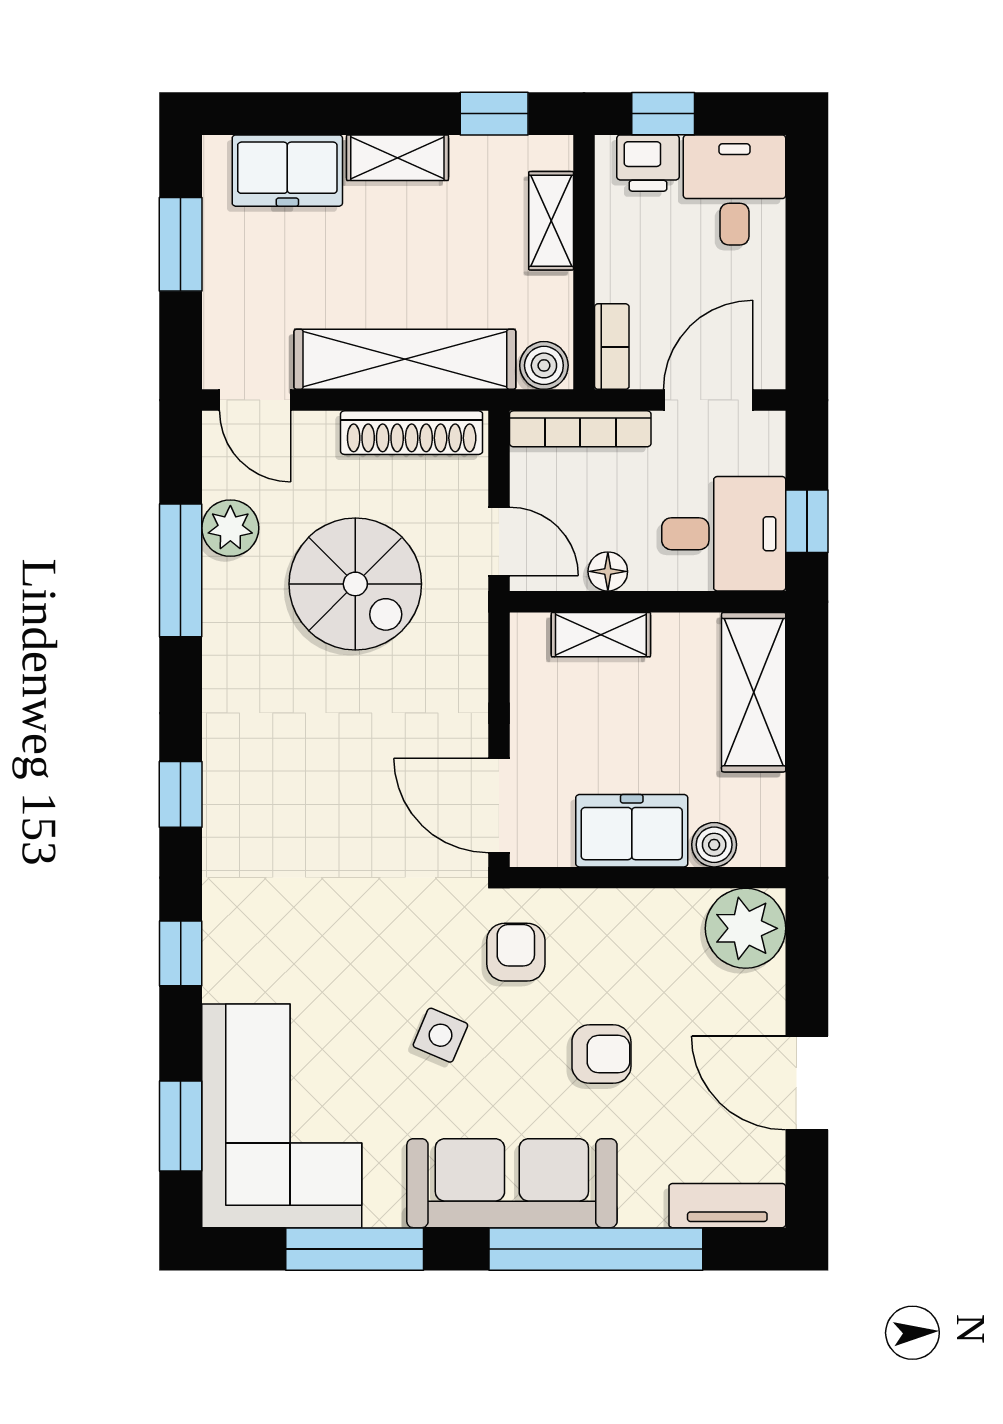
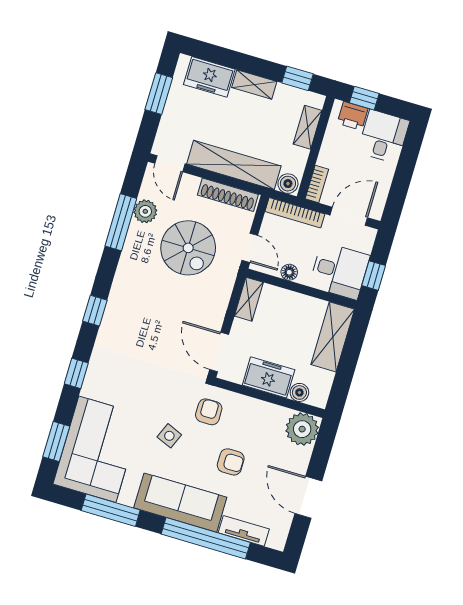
shelving: (601, 635) -> (249, 299), moved, turned 90
tv unit: (727, 1206) -> (244, 531), moved

